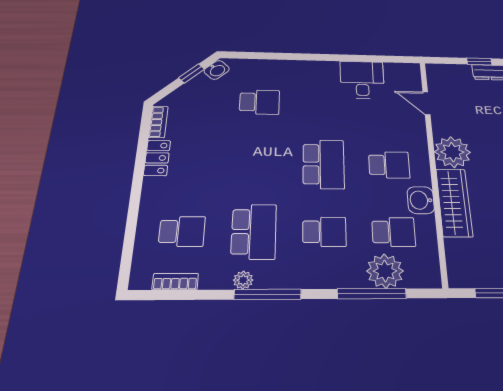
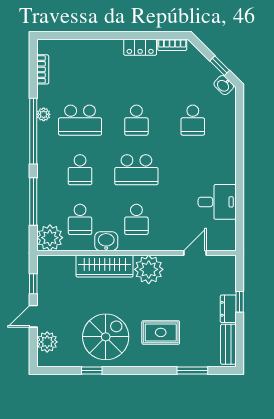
school desk: (182, 231) -> (136, 120), moved
plant: (385, 271) -> (50, 238), moved
window: (268, 294) -> (33, 131), width x1.46

